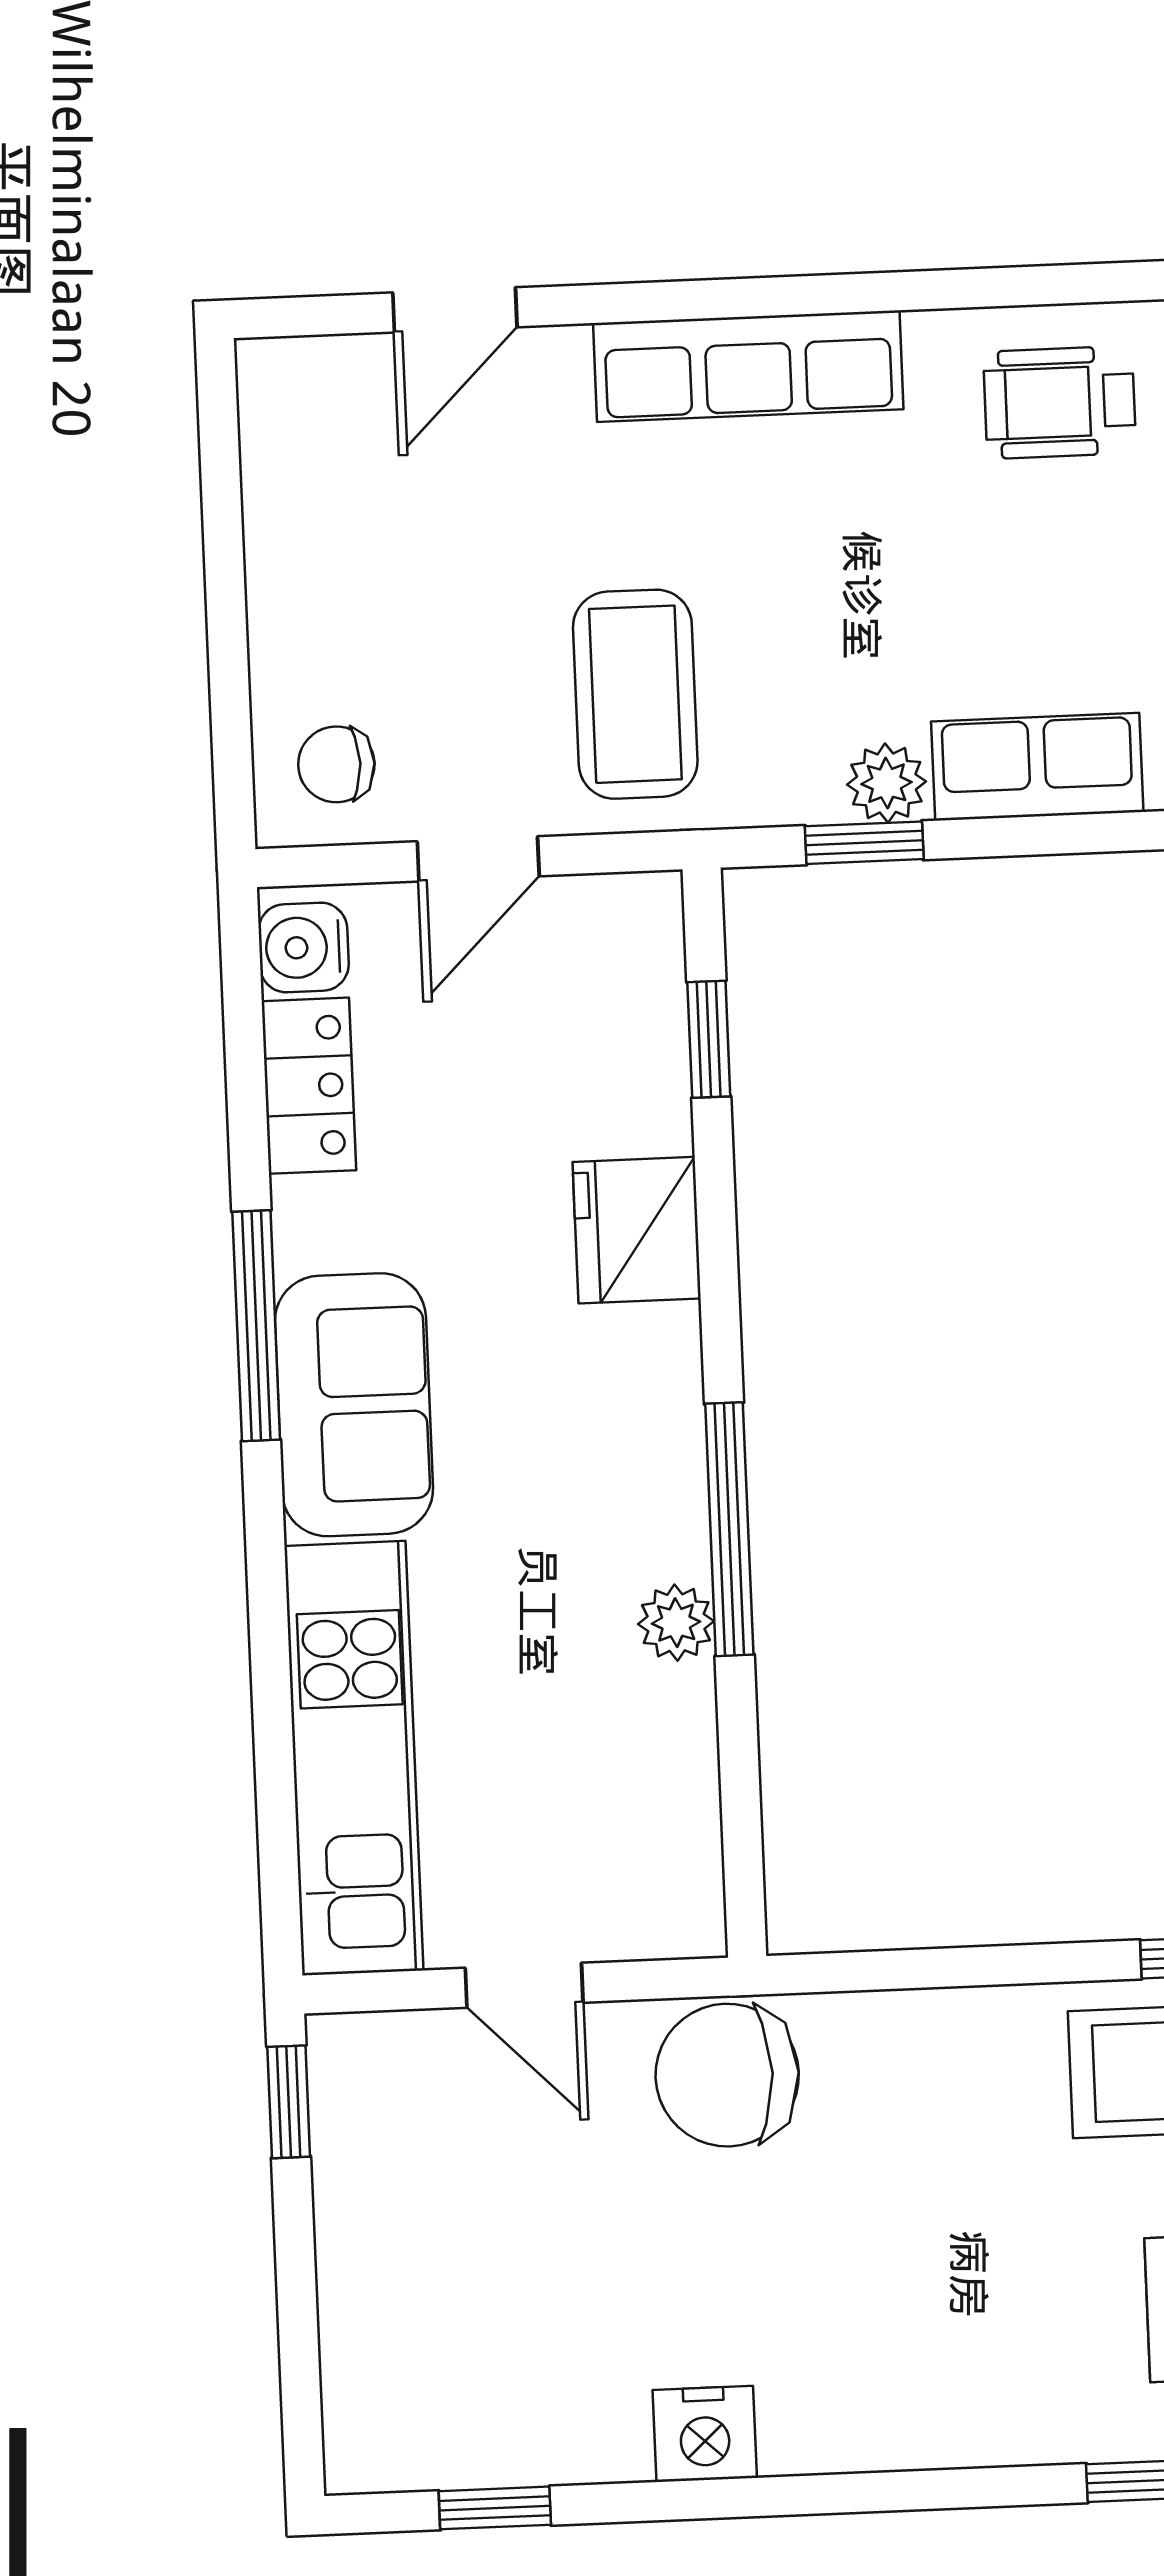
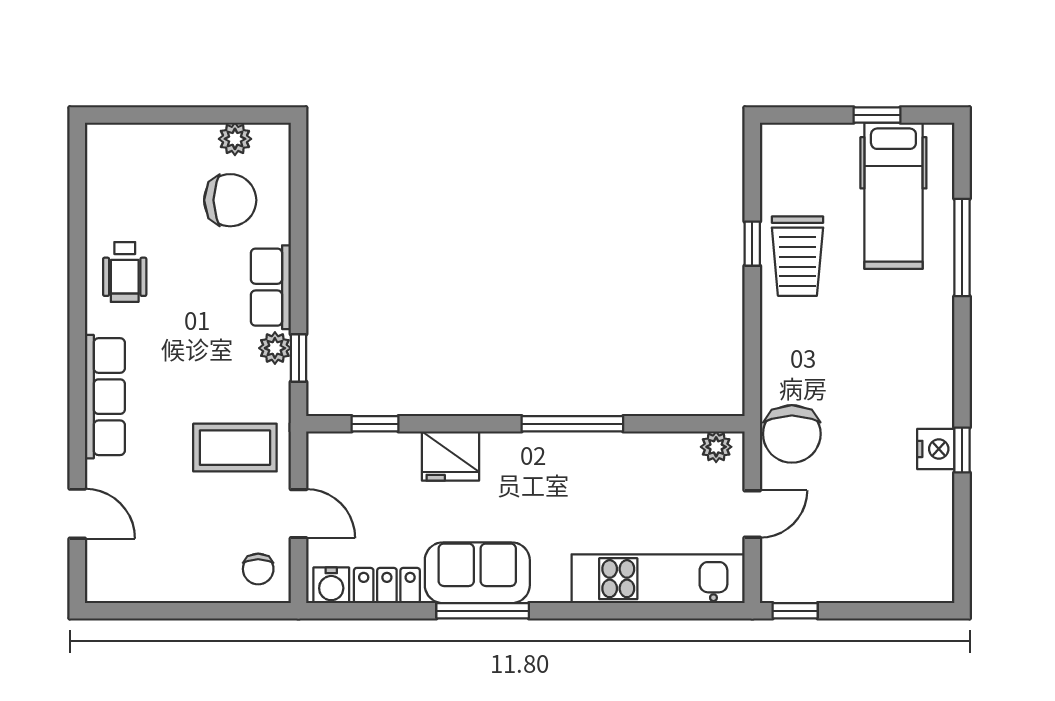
sofa: (354, 1405) -> (477, 573), moved
plant: (676, 1623) -> (716, 447), moved
window: (495, 2508) -> (962, 450), moved

